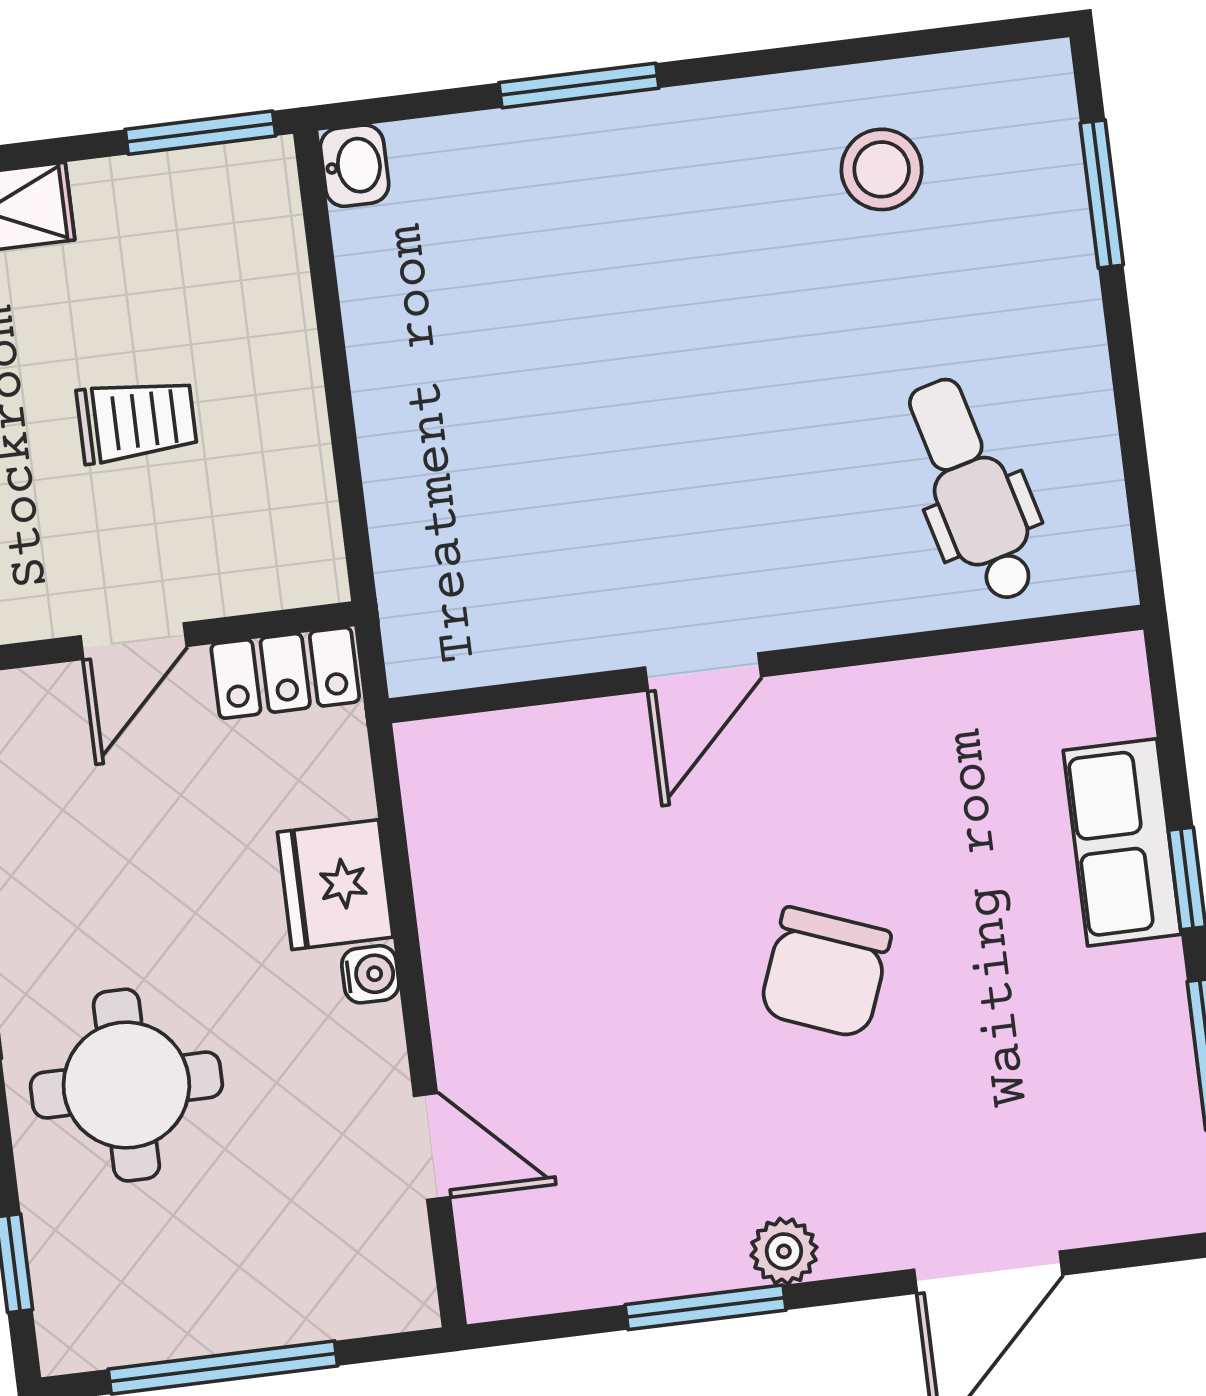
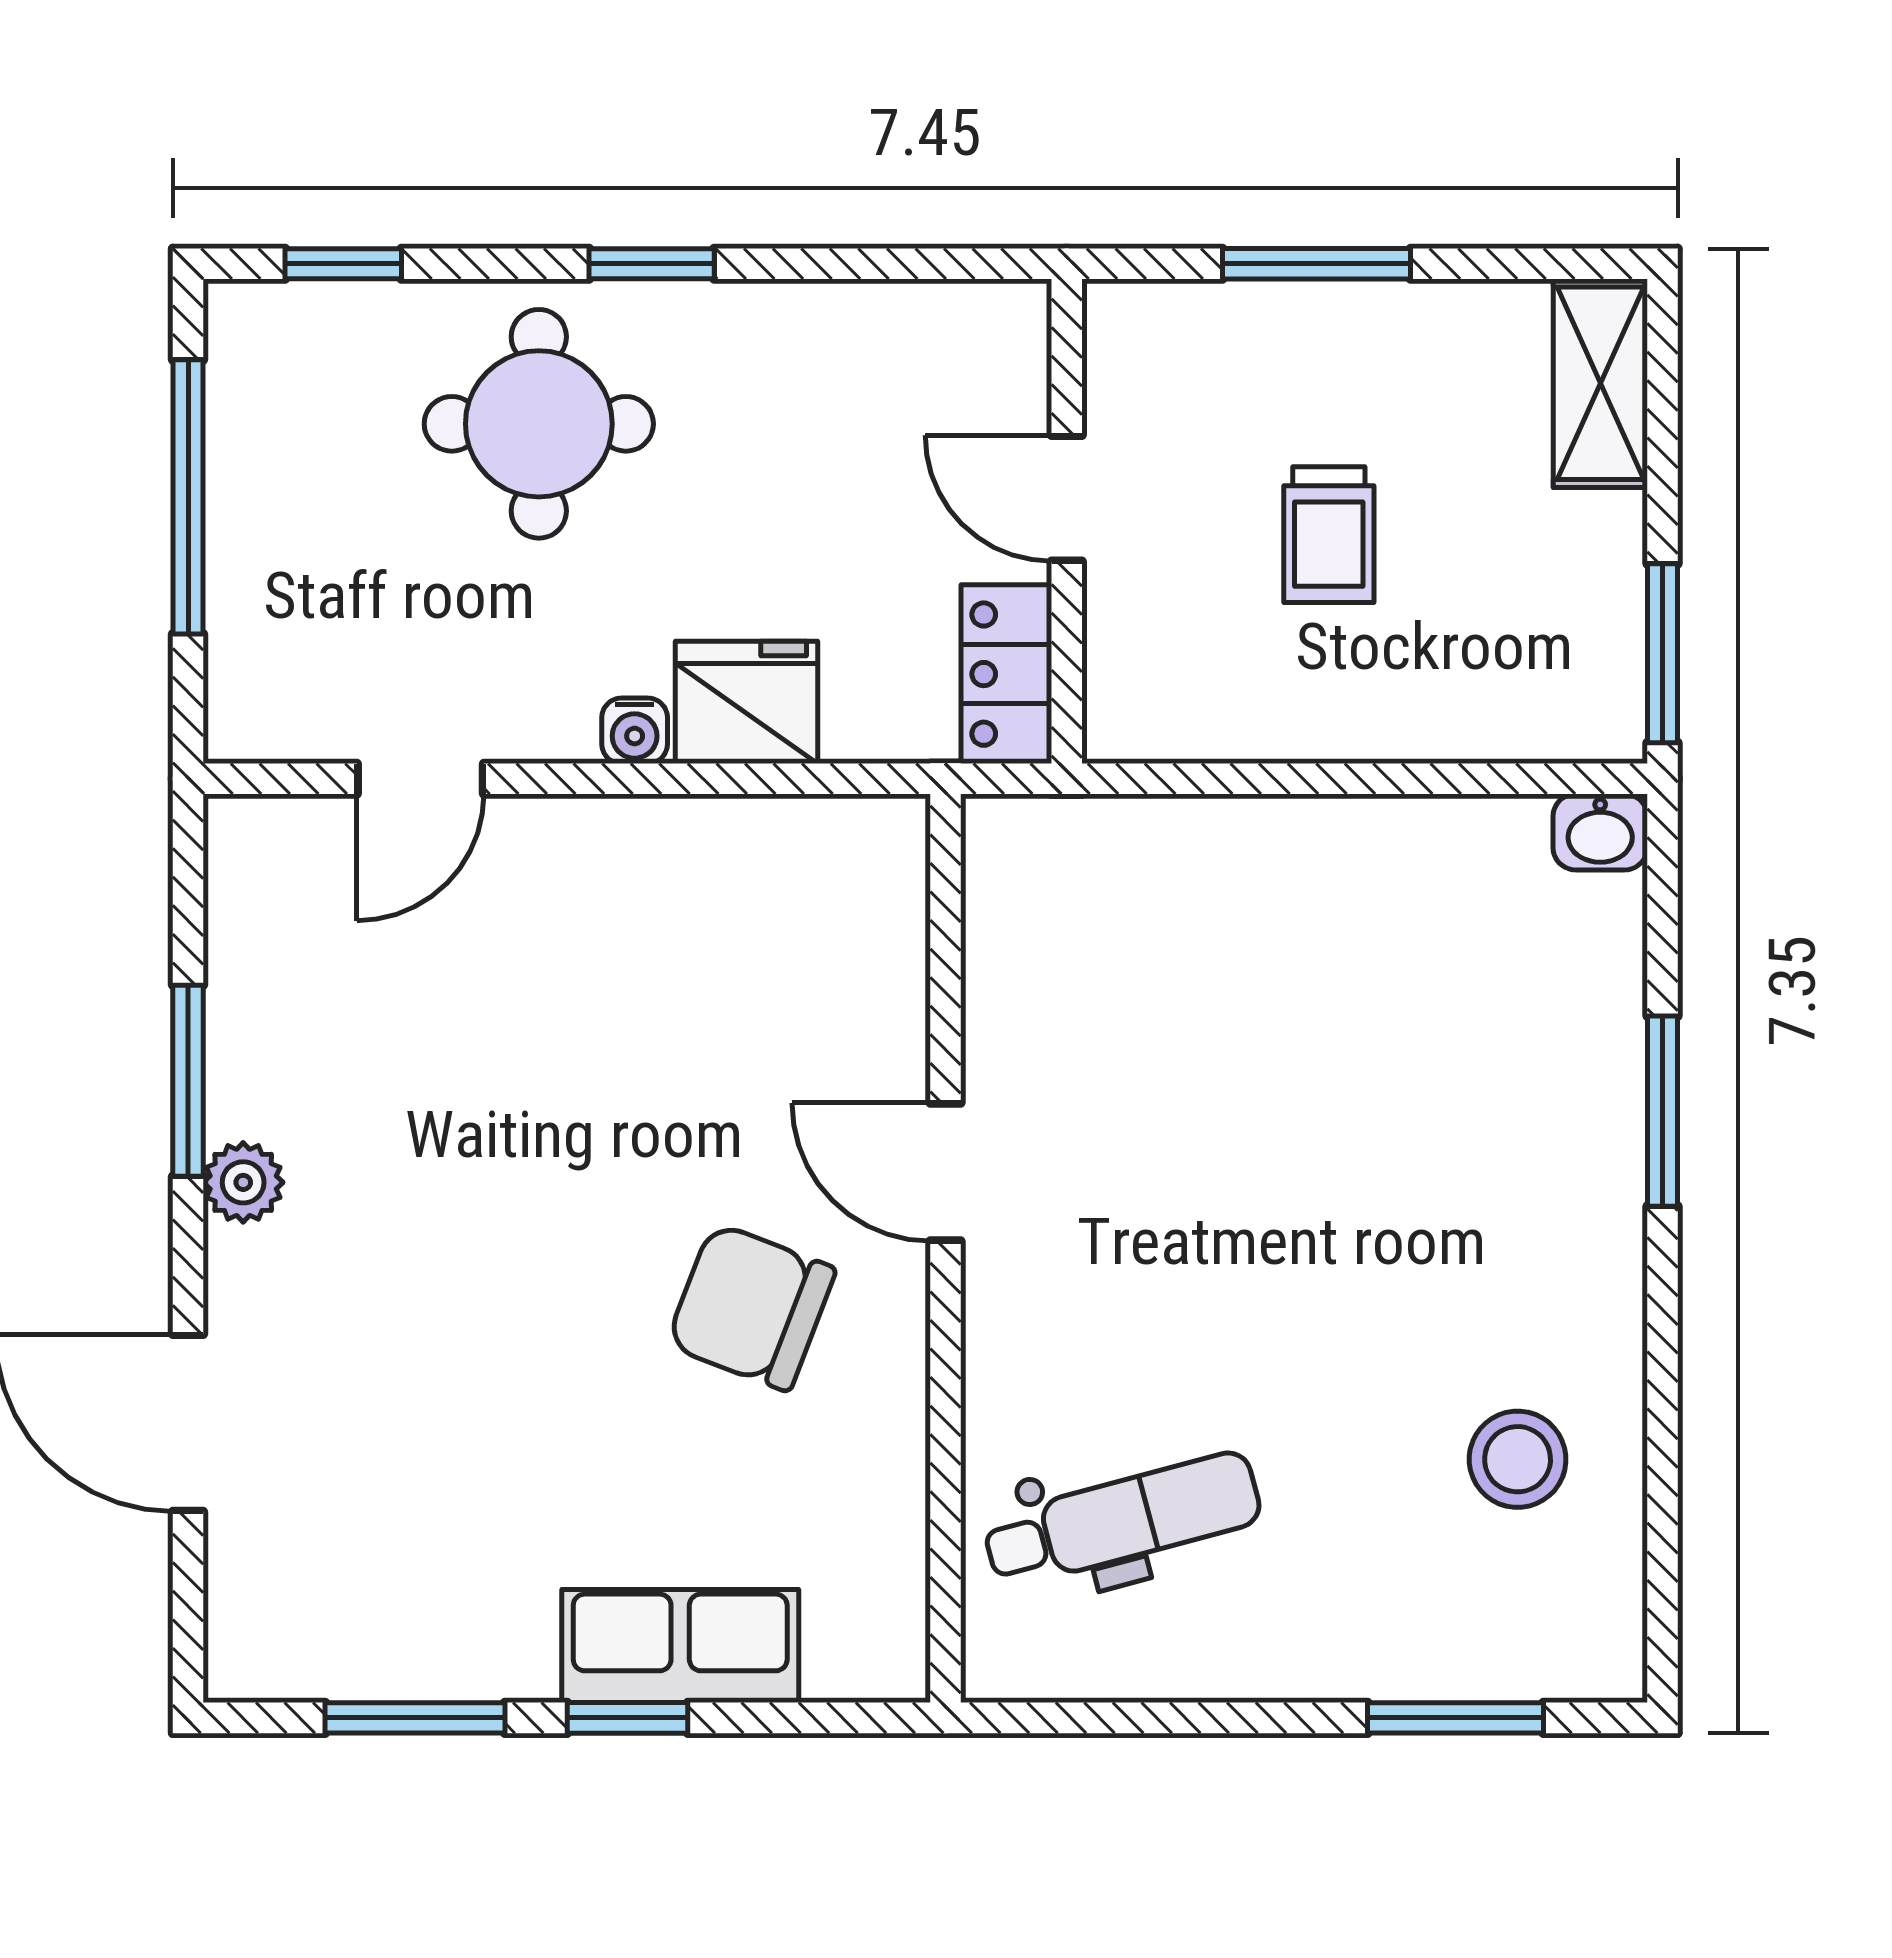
chair: (825, 973) -> (751, 1307), moved

